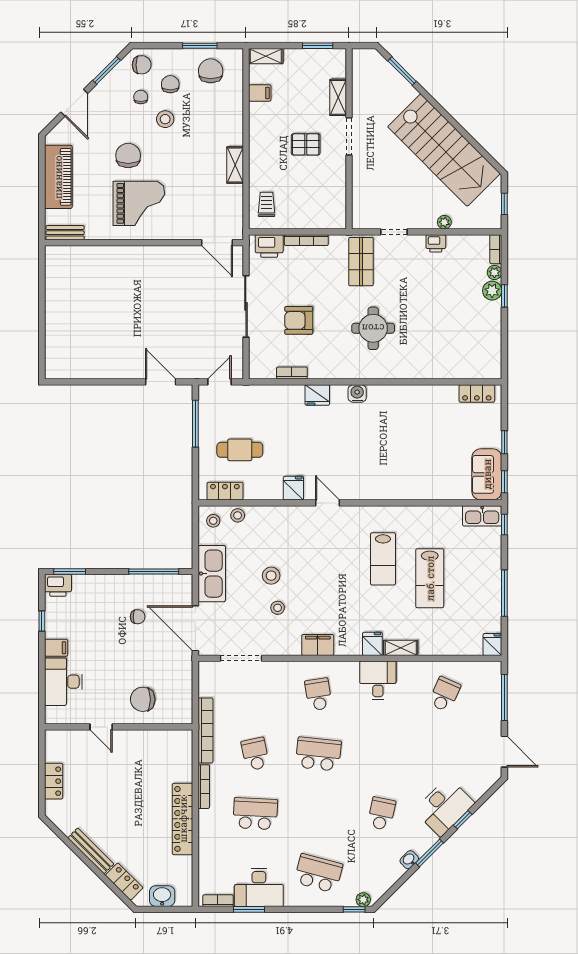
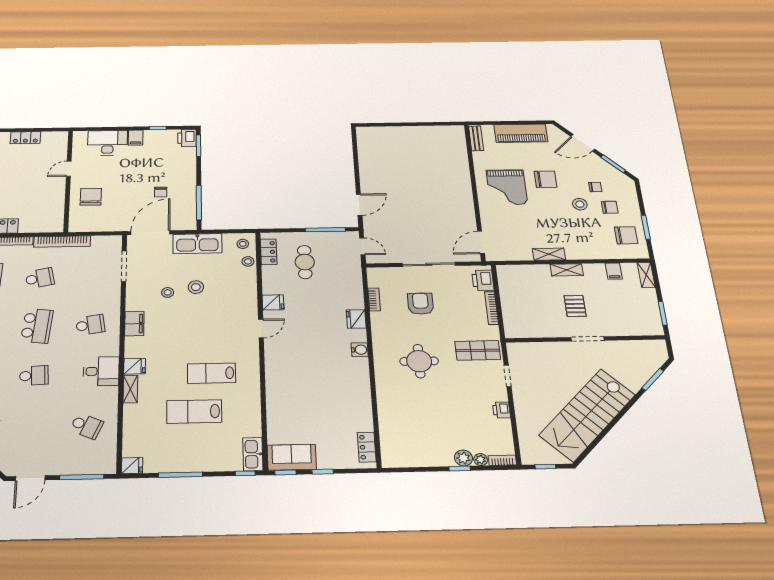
chair: (142, 65) -> (622, 187), removed
shelving: (338, 97) -> (567, 270), moved
trolley: (267, 204) -> (519, 278), removed
plant: (444, 222) -> (522, 417), removed
school desk: (381, 754) -> (34, 376), added

